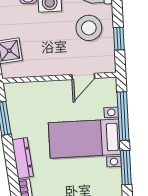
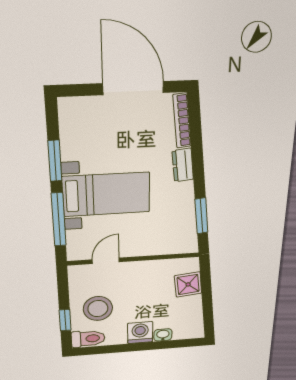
window: (119, 39) -> (65, 320), moved
dresser: (23, 158) -> (183, 165), width x0.70

